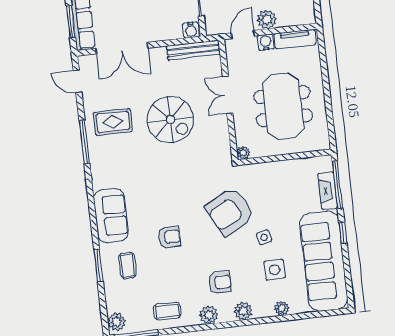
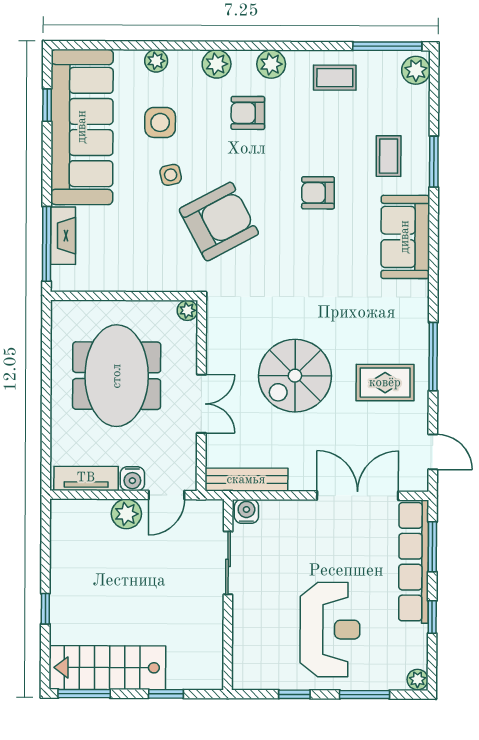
spiral stairs: (170, 120) -> (295, 376), turned -90
window: (343, 233) -> (47, 105), moved

